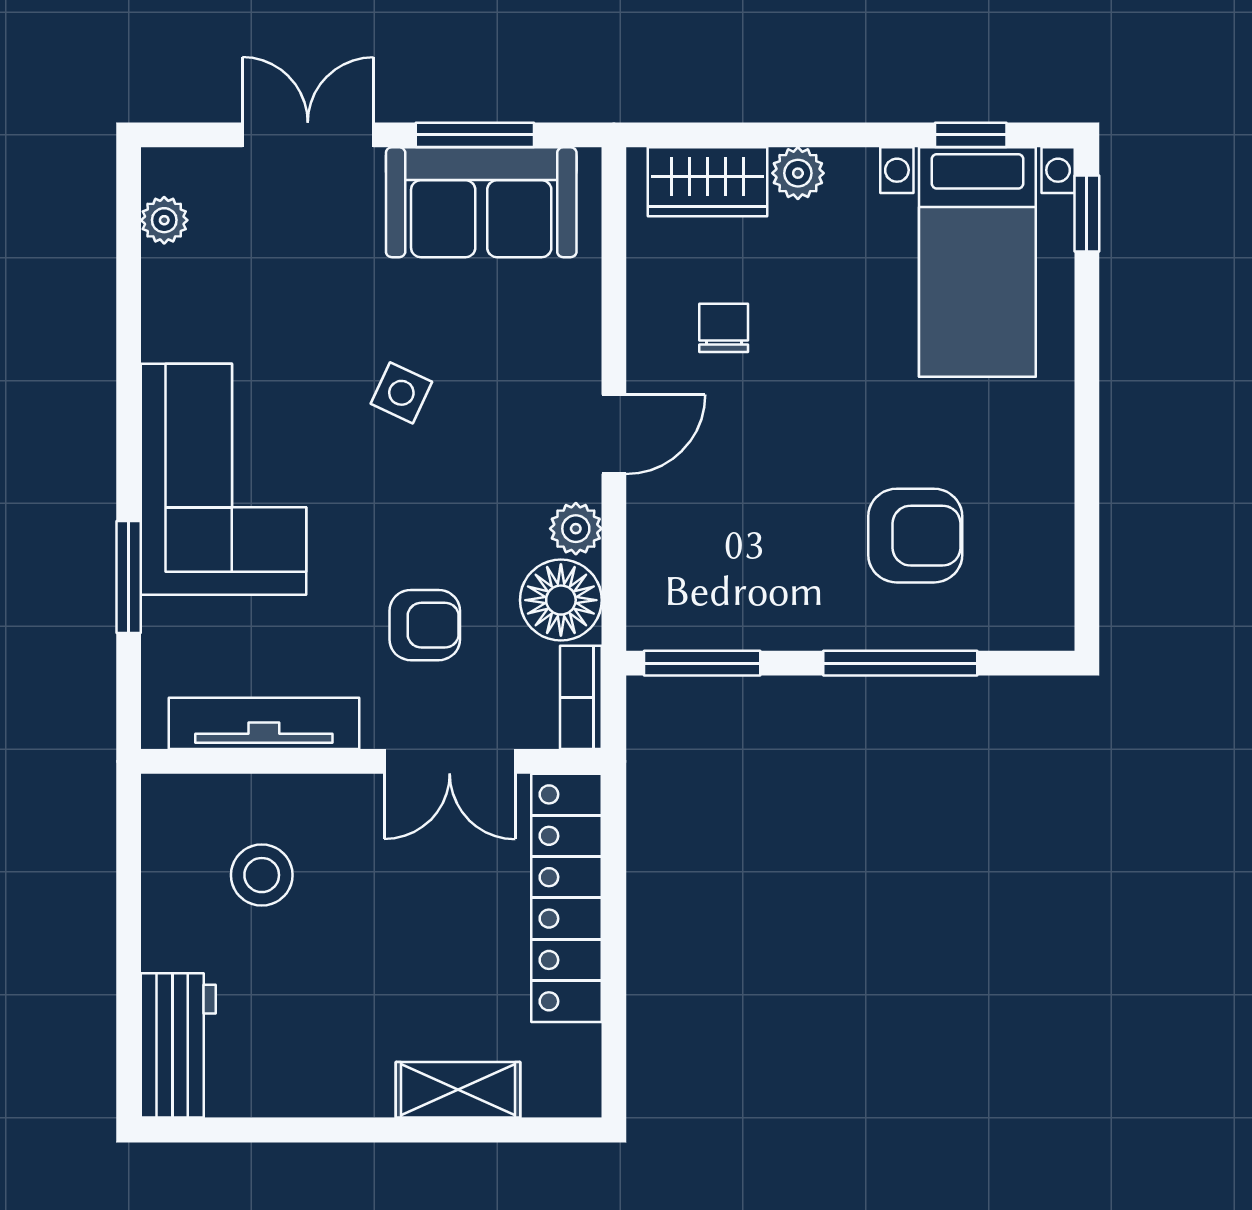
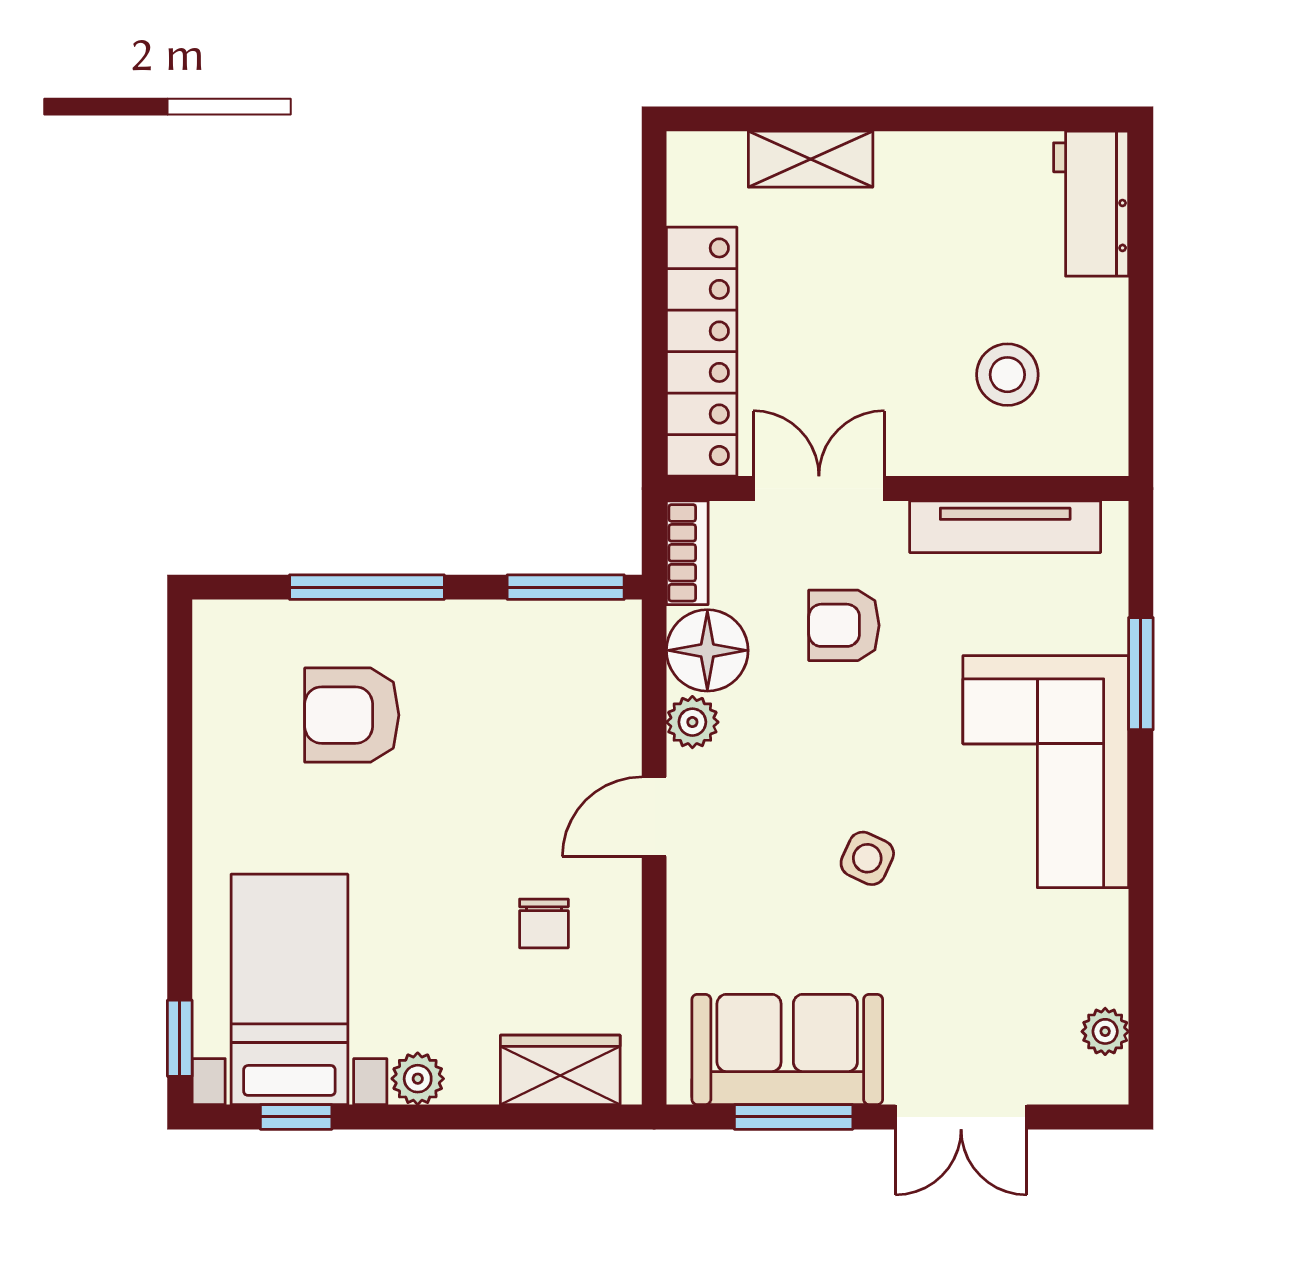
plant: (798, 173) -> (418, 1079), moved

